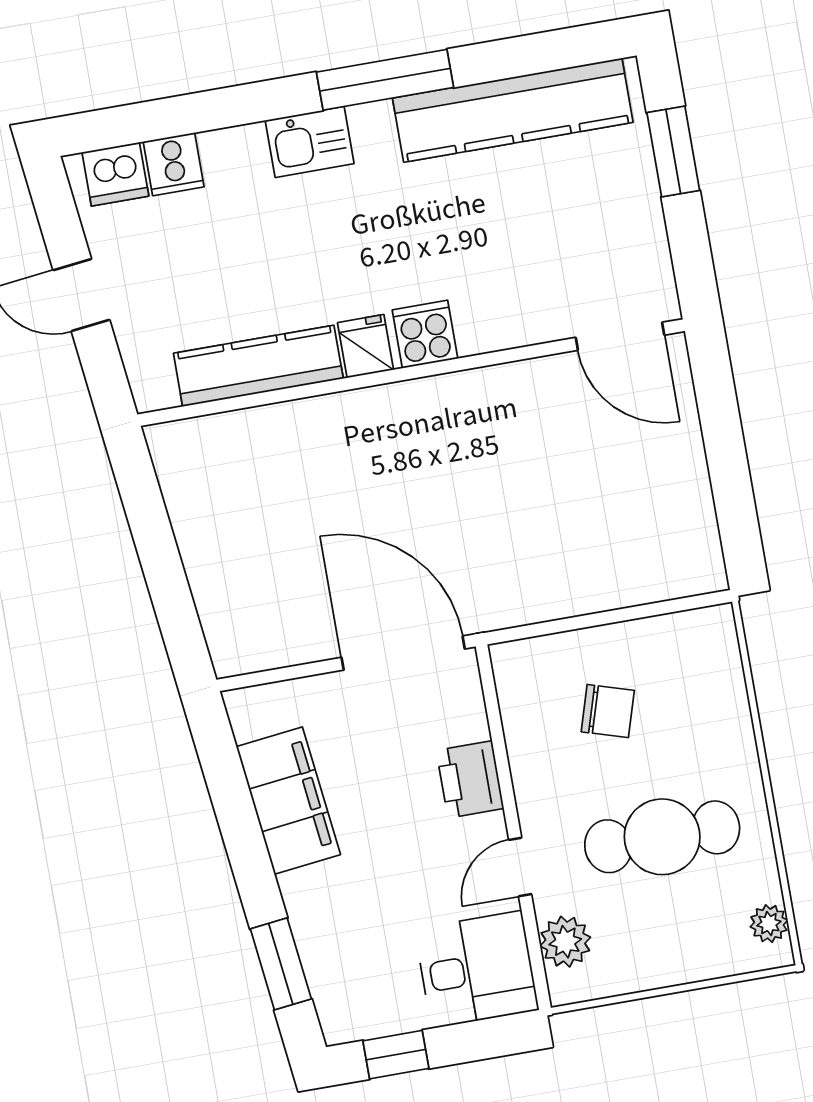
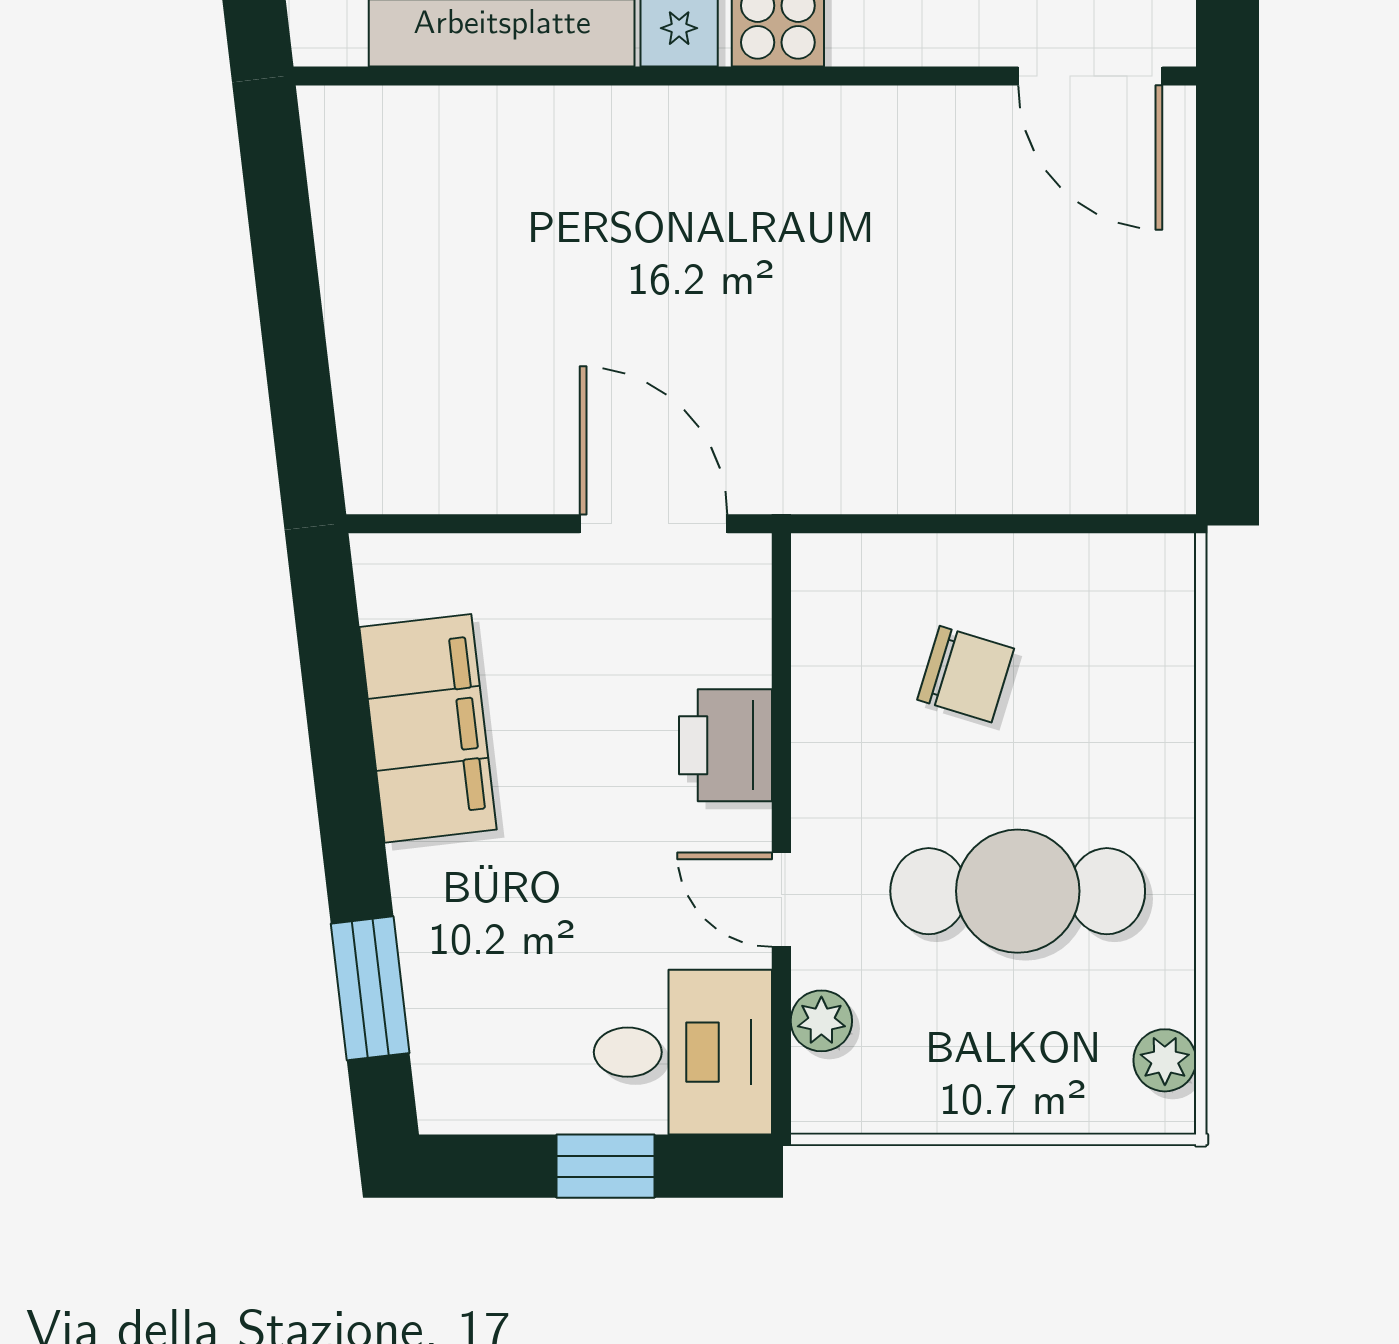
door: (403, 653) -> (653, 524), width x0.73
door: (520, 867) -> (781, 900), hinge flipped
plant: (565, 942) -> (821, 1021), width x0.73, depth x0.73
window: (396, 1055) -> (605, 1166), moved

